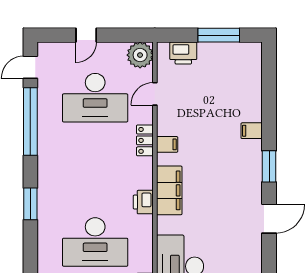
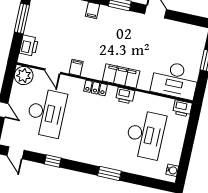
window: (30, 121) -> (53, 161), width x0.32
locker: (145, 140) -> (95, 88), moved
filing cabinet: (167, 144) -> (76, 68), moved

